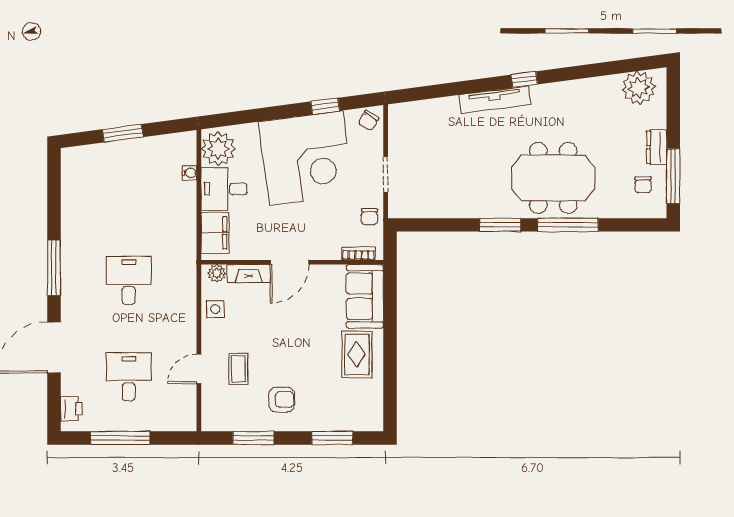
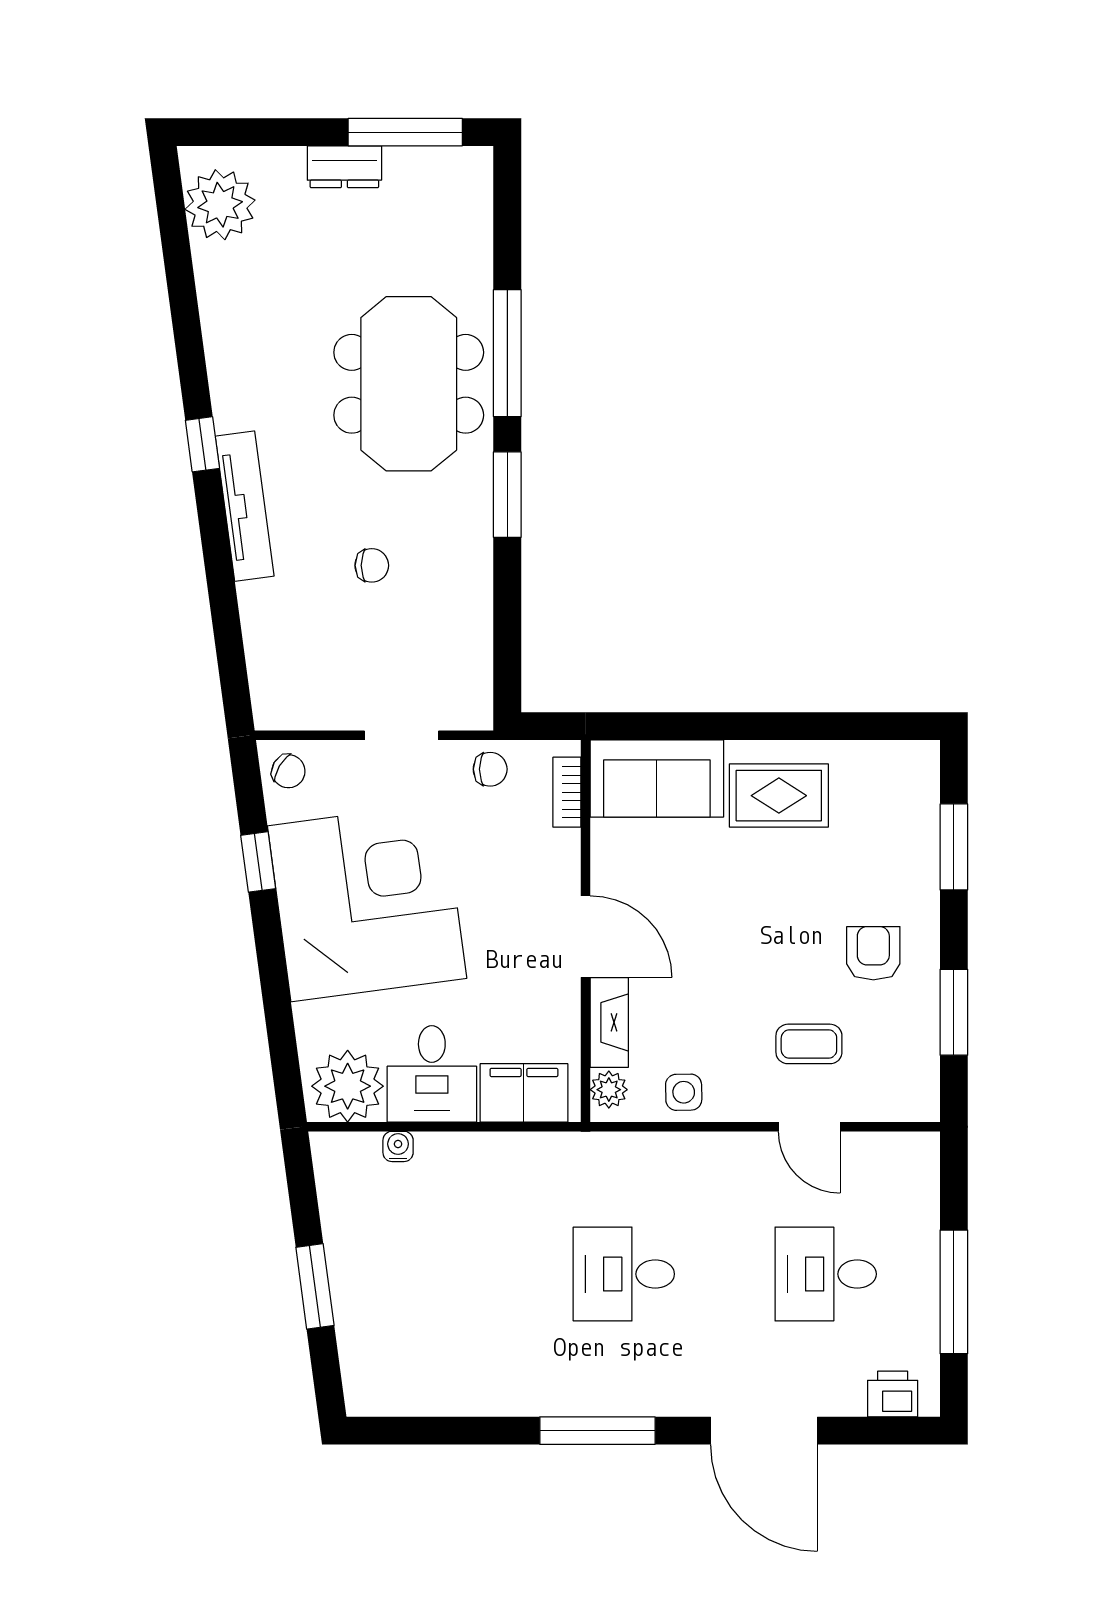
chair: (643, 185) -> (372, 565), moved

